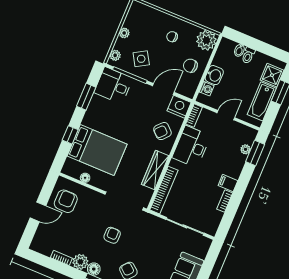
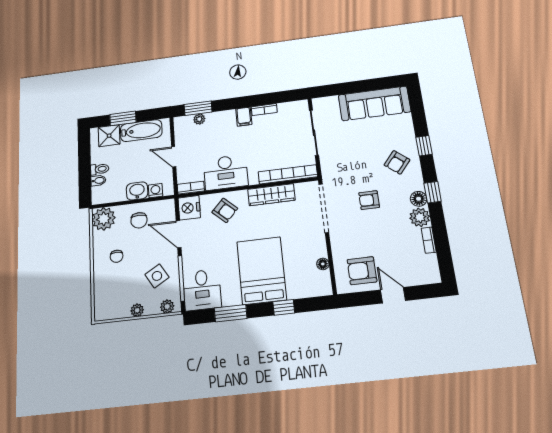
bed: (97, 150) -> (262, 270), moved

